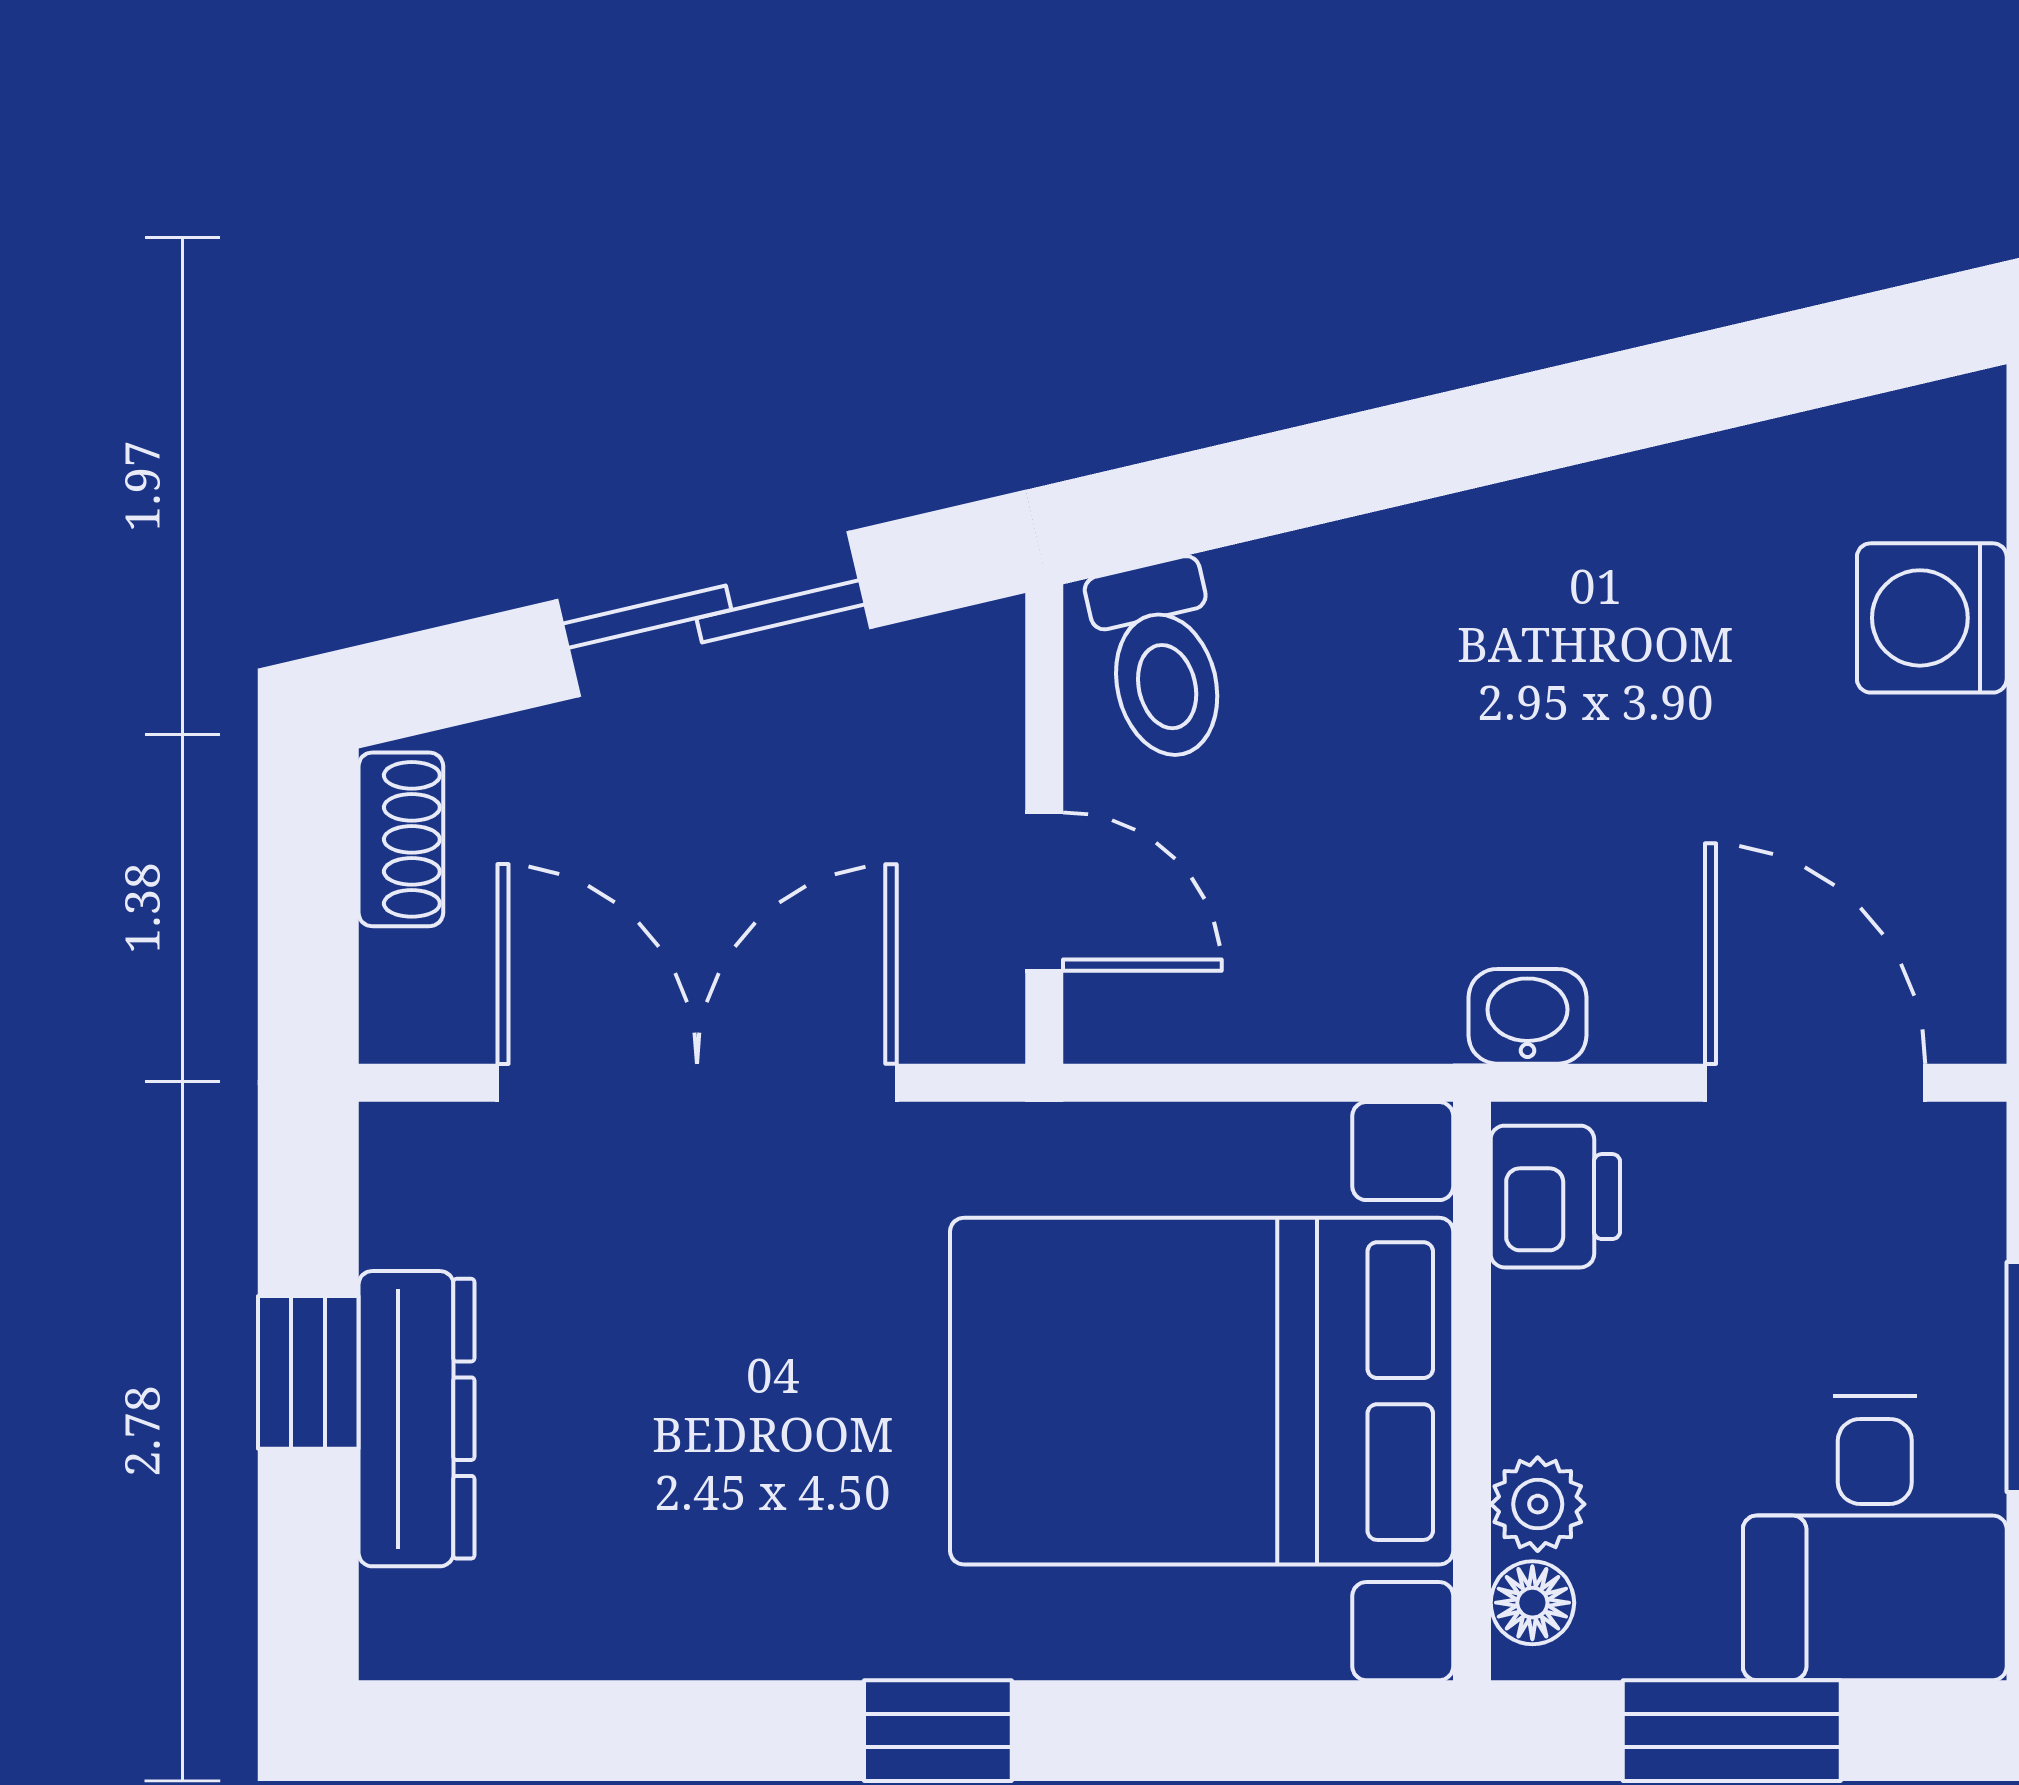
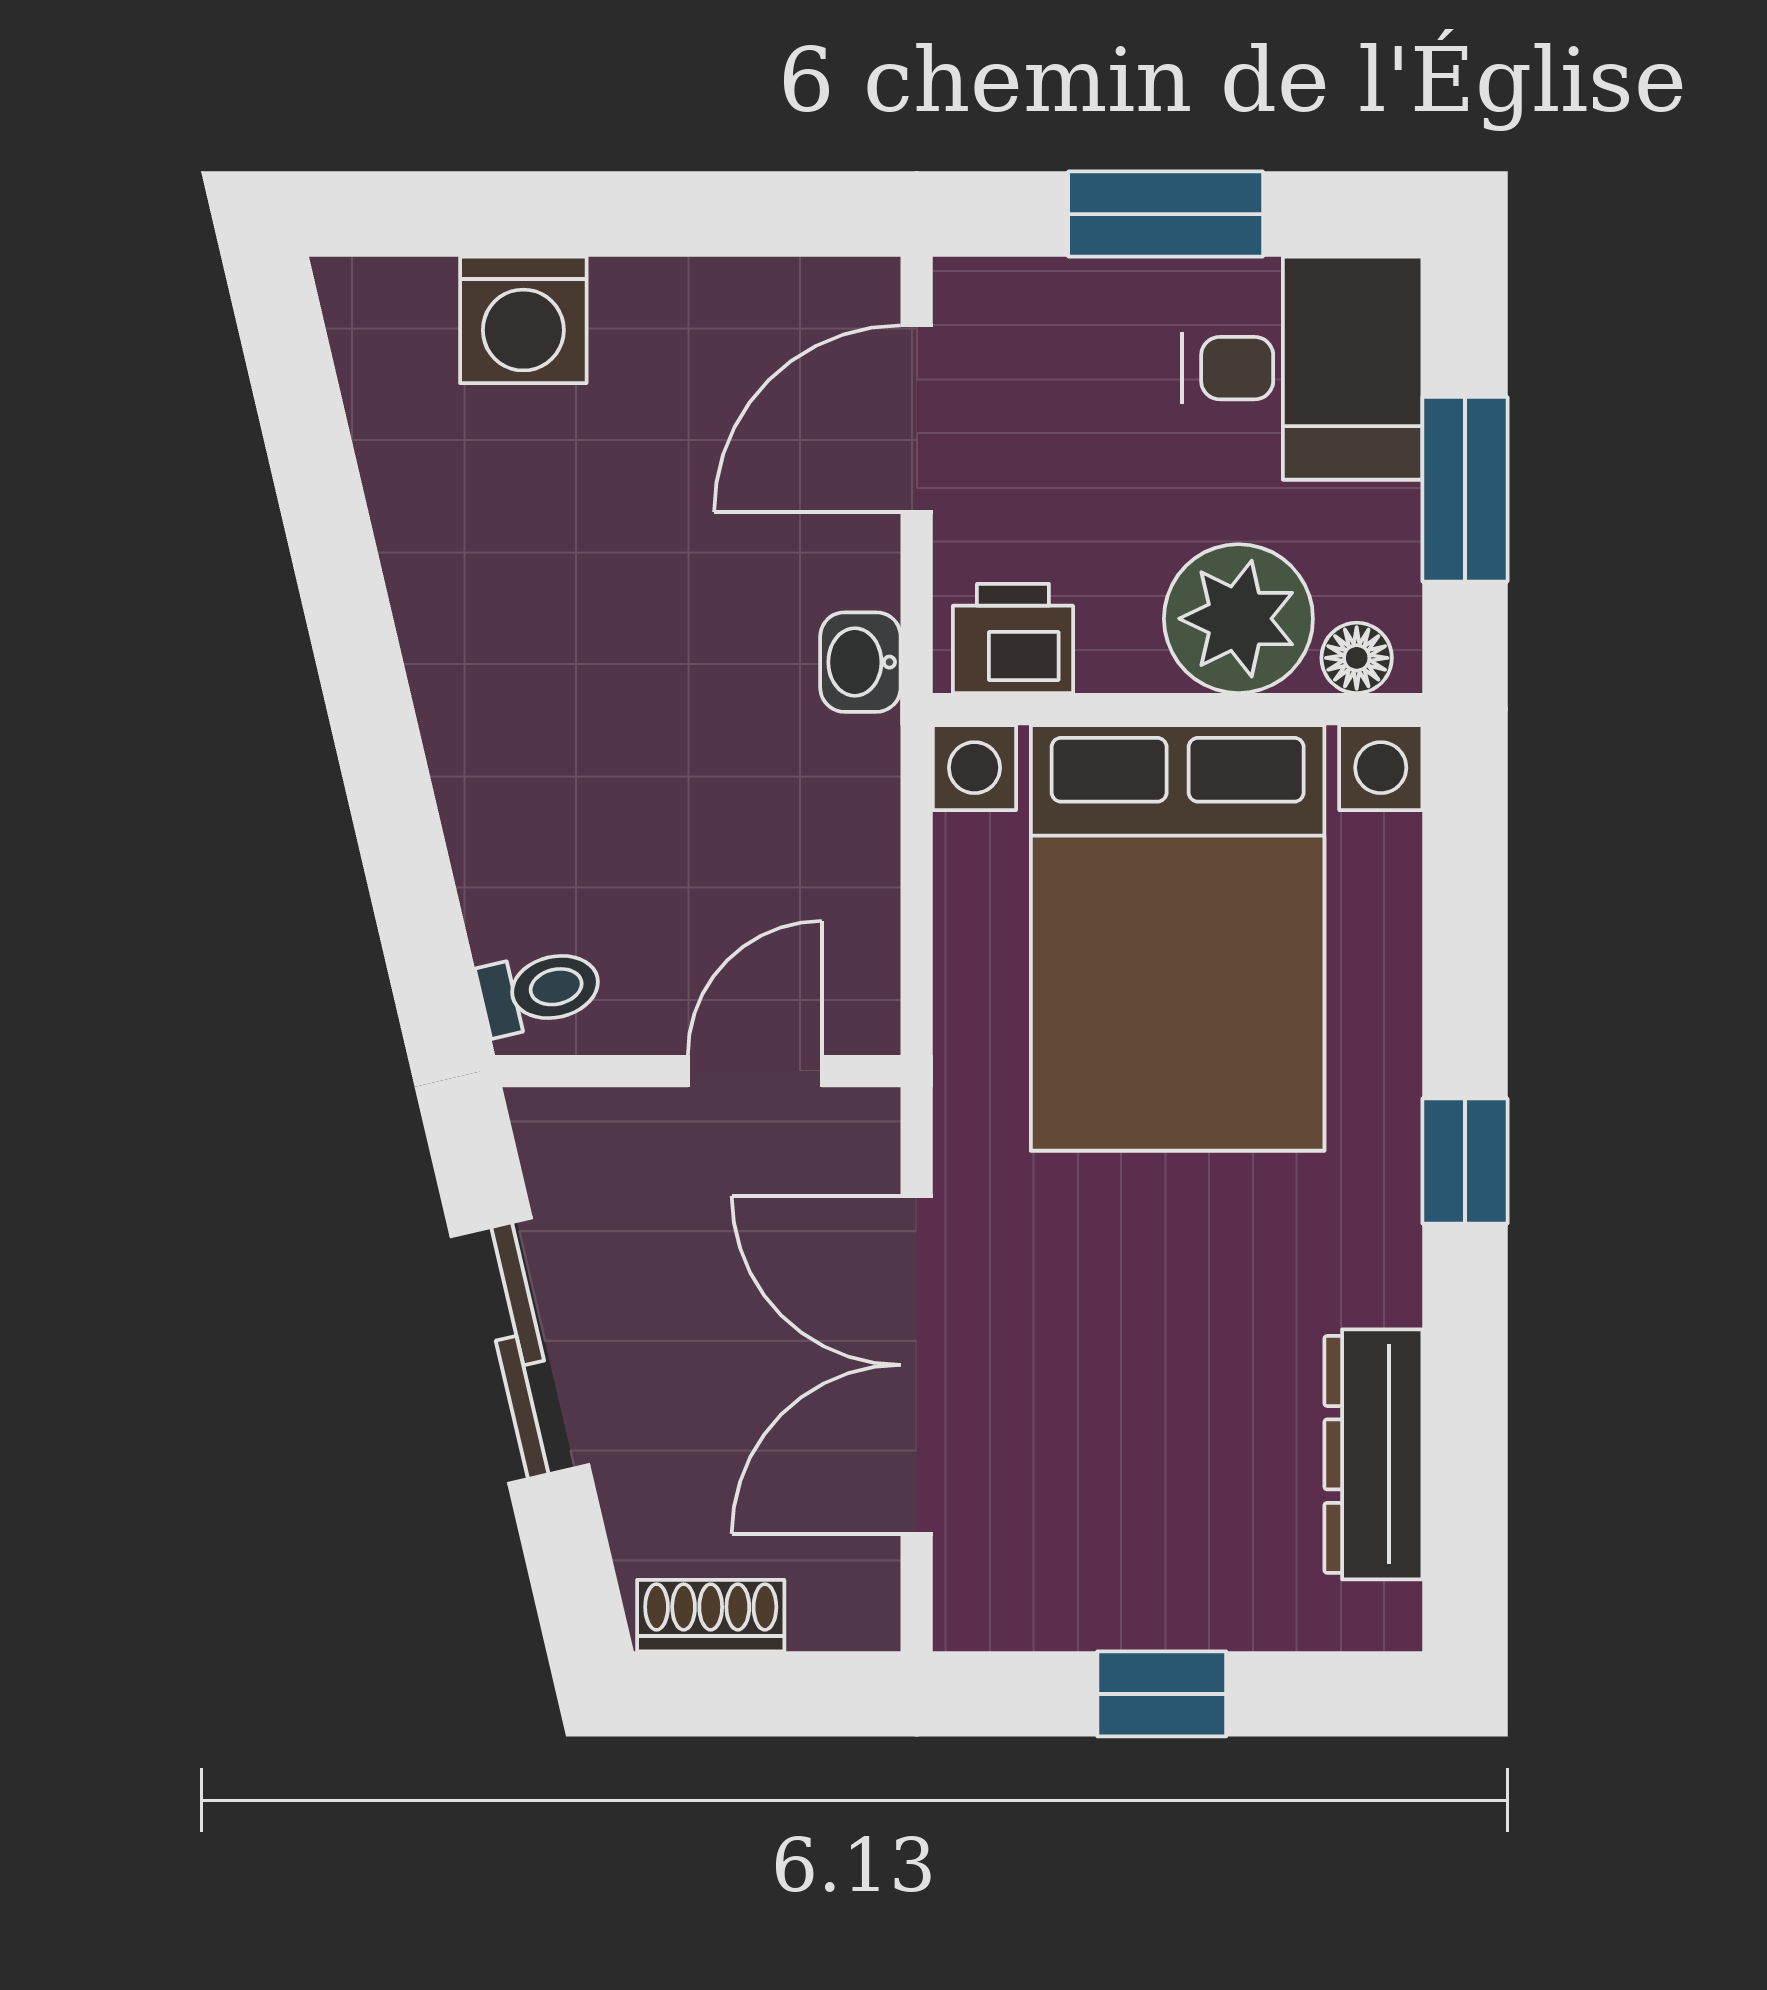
toilet: (1161, 660) -> (540, 990), width x0.73, depth x0.72
dresser: (416, 1419) -> (1373, 1454), moved, turned -90
plant: (1538, 1504) -> (1238, 619), width x1.87, depth x1.87

